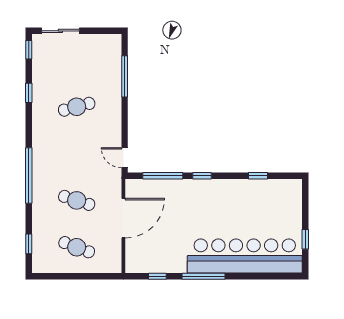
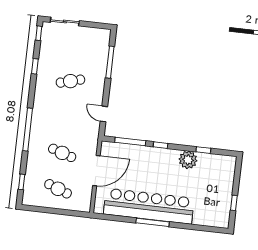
door: (125, 158) -> (104, 114), moved
plant: (240, 191) -> (188, 160), added
bar counter: (245, 256) -> (149, 206), moved
window: (157, 276) -> (117, 218), removed

